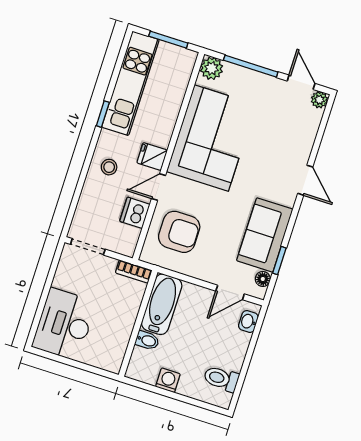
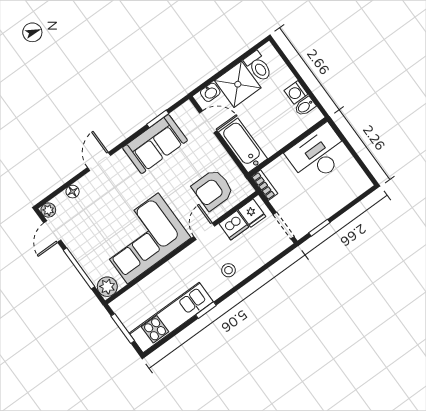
fridge: (152, 156) -> (252, 213), moved
door: (159, 187) -> (204, 231), swing flipped
armchair: (179, 232) -> (213, 190), turned -90
window: (53, 269) -> (319, 228), added
floor lamp: (263, 279) -> (73, 192), moved
bathtub: (162, 304) -> (243, 145), moved, turned 90
desk: (64, 324) -> (318, 154), moved, turned 180
bidet: (147, 340) -> (305, 106), moved, turned -90
shower: (228, 348) -> (238, 84), added

